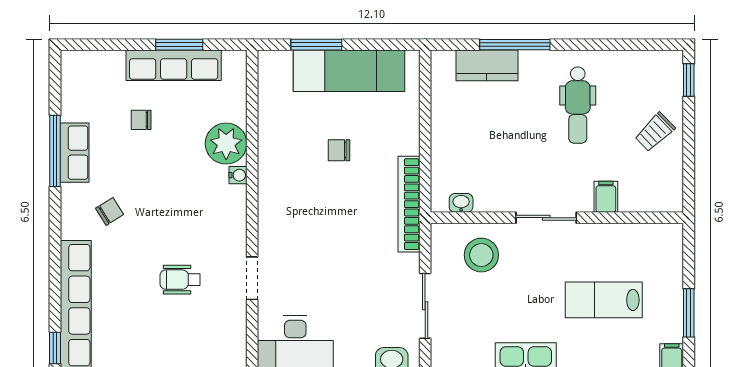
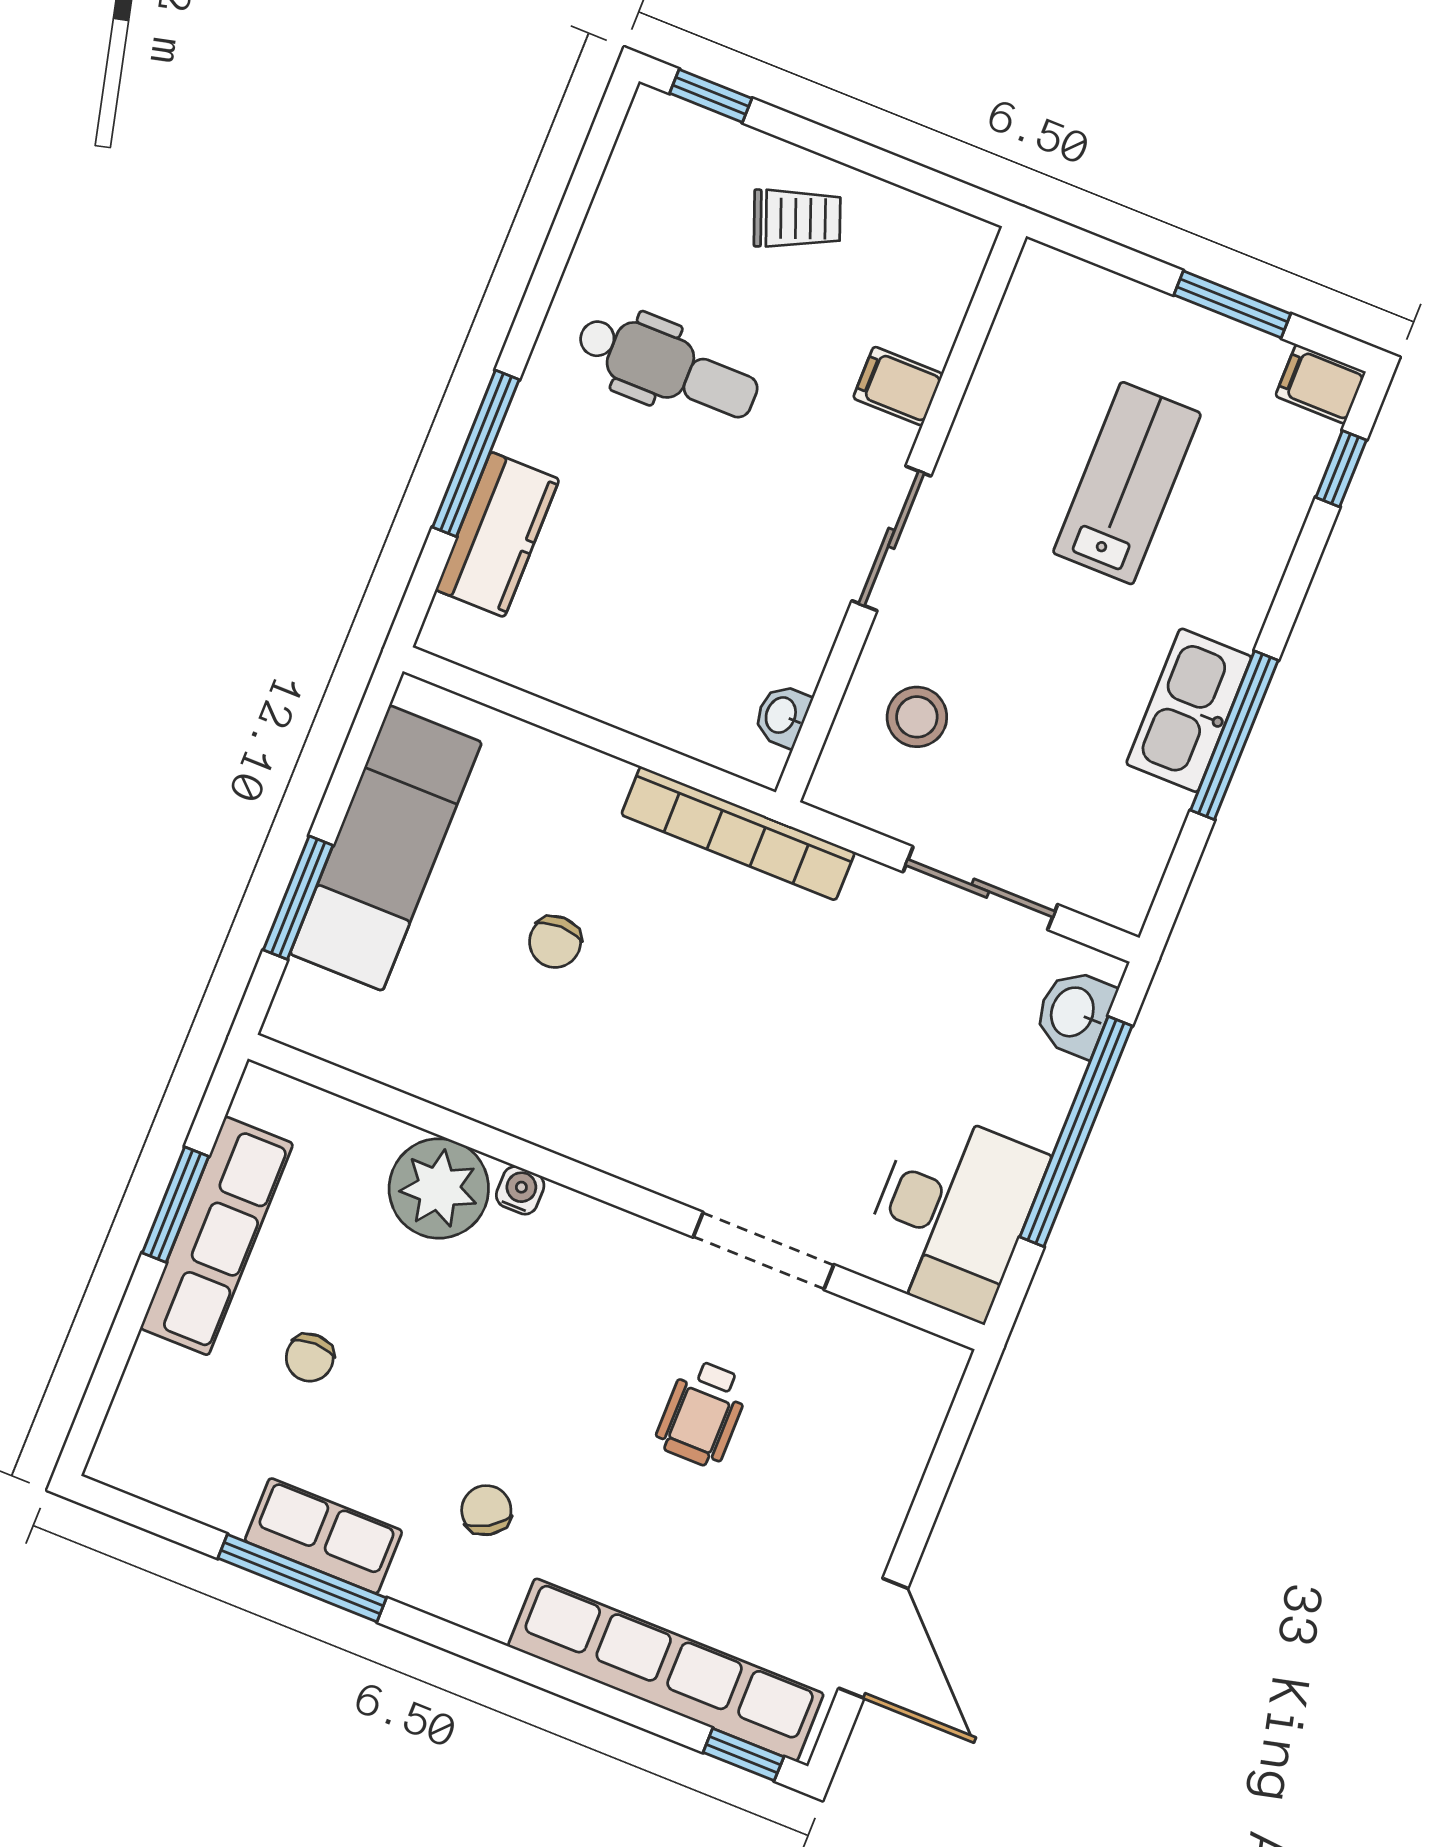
trolley: (655, 132) -> (797, 218), turned -67
stool: (481, 255) -> (917, 717), width x0.73, depth x0.73
doorway: (252, 278) -> (763, 1251), width x1.38
lab bench: (604, 300) -> (1127, 483), turned 180

